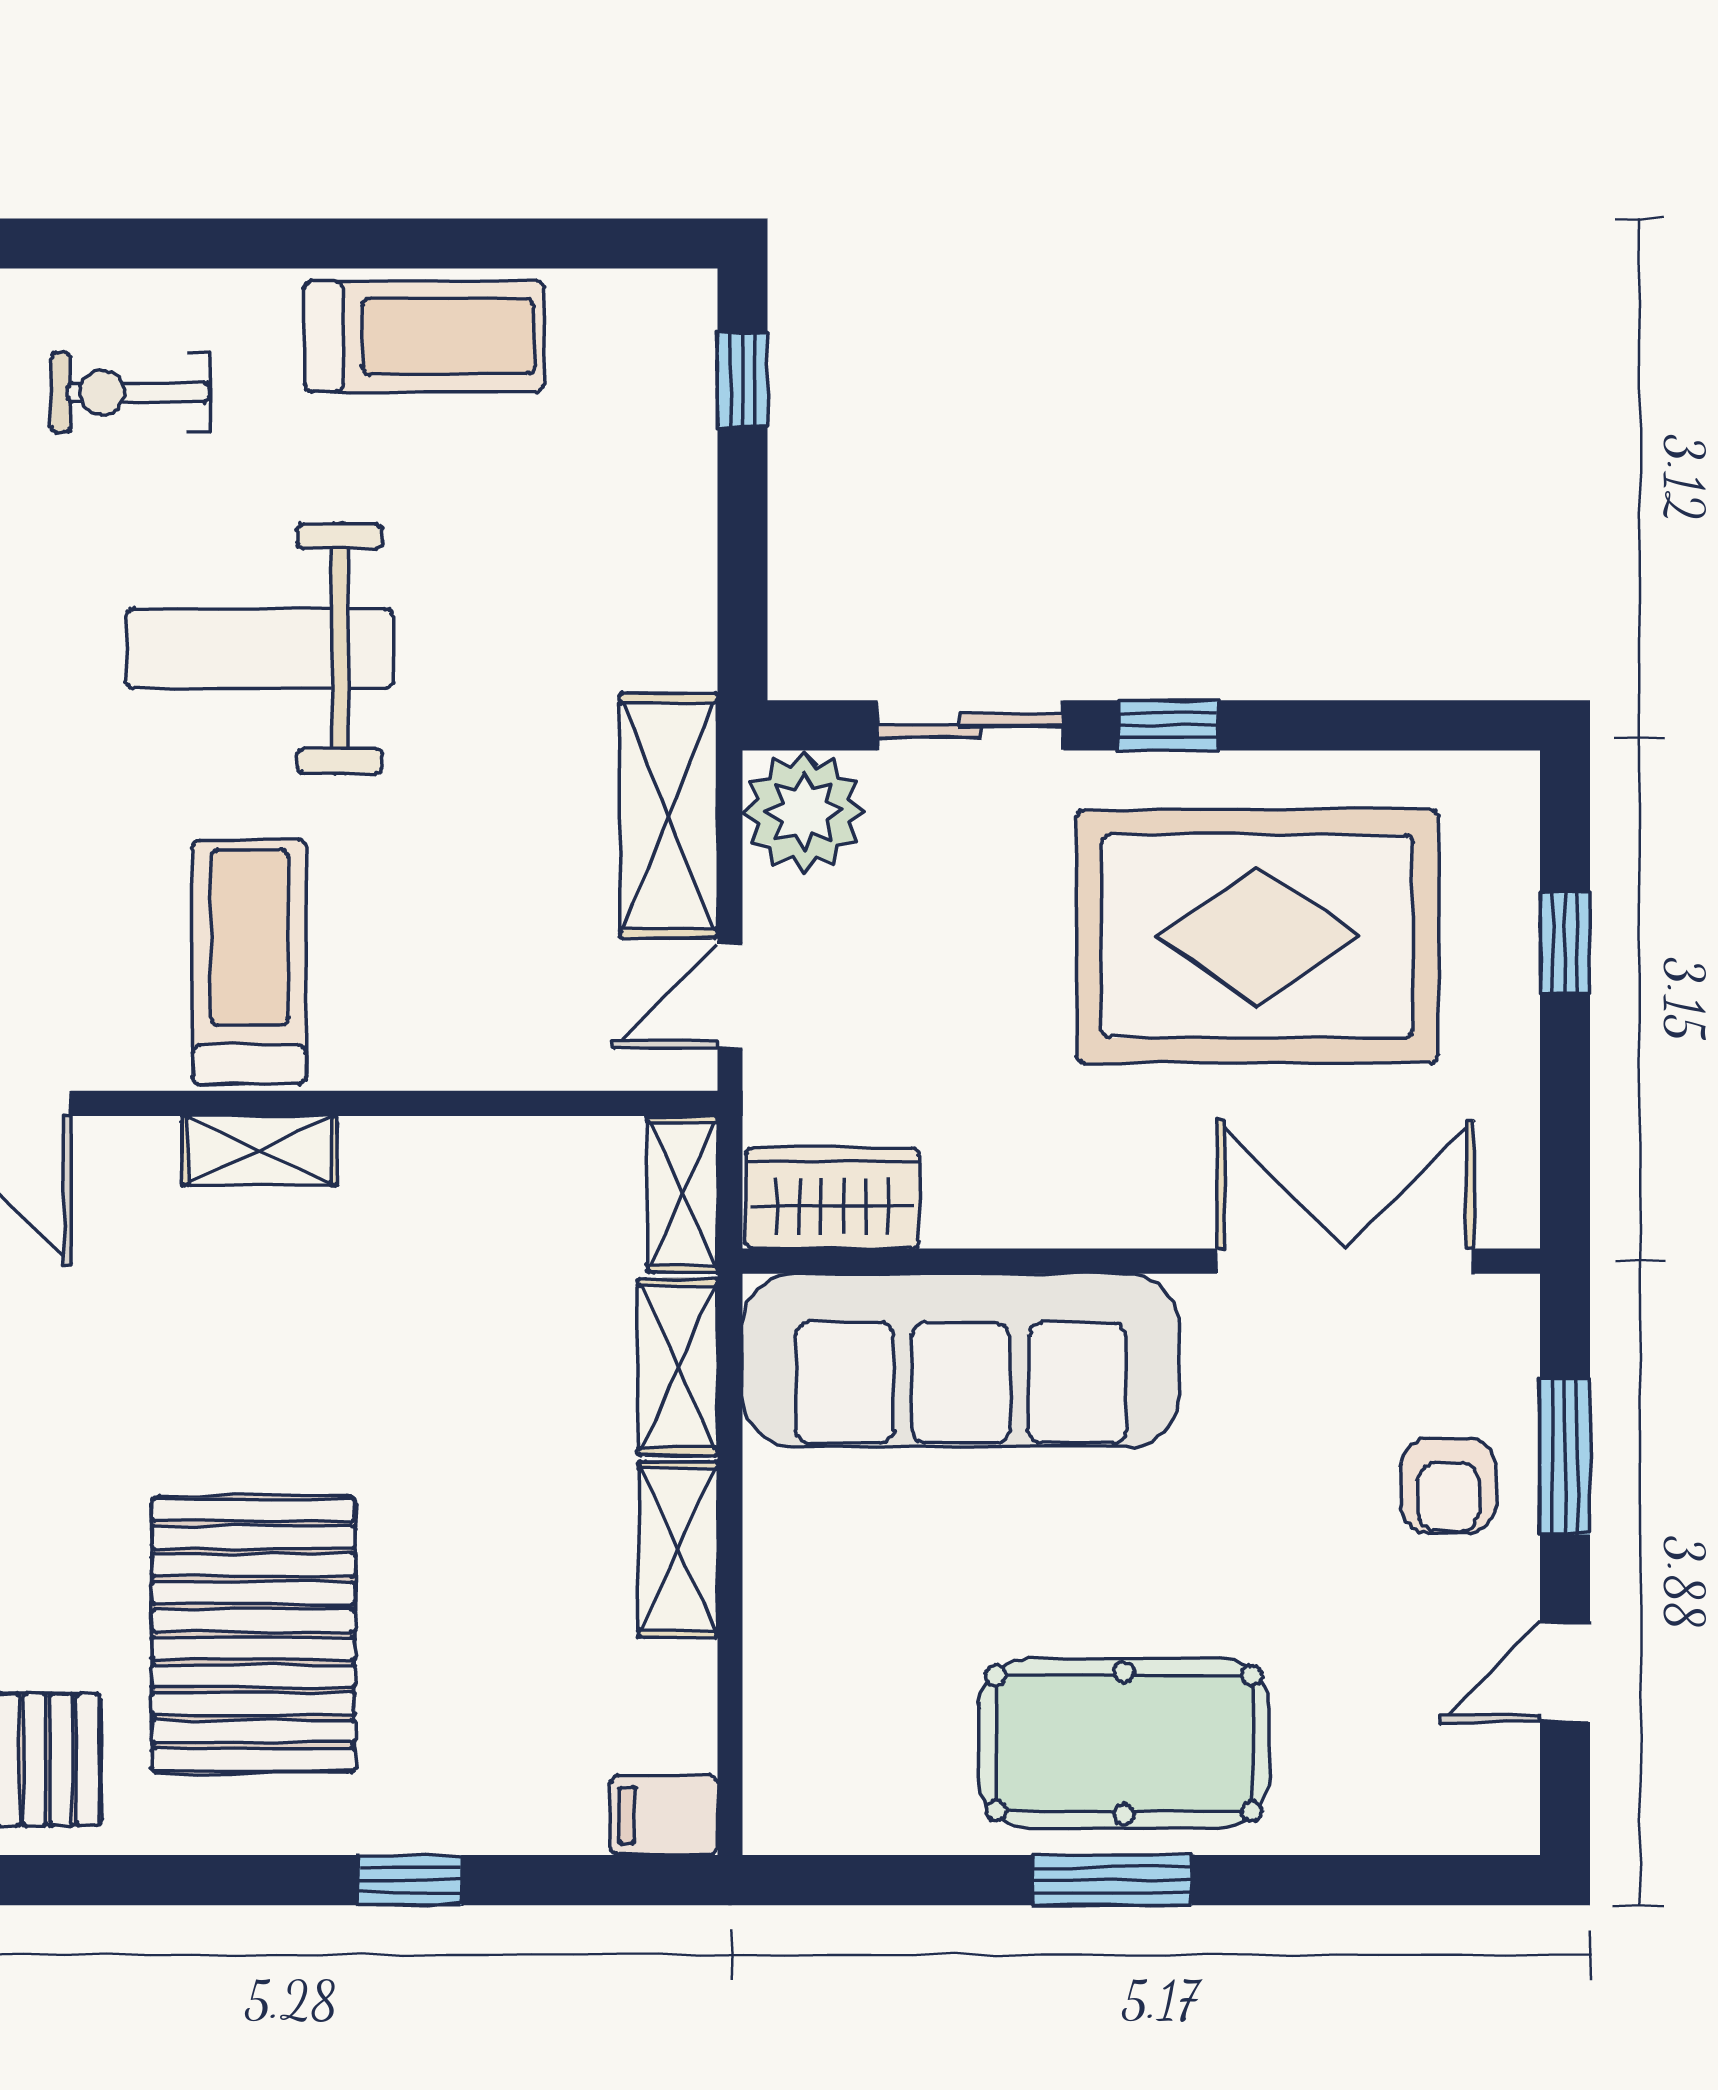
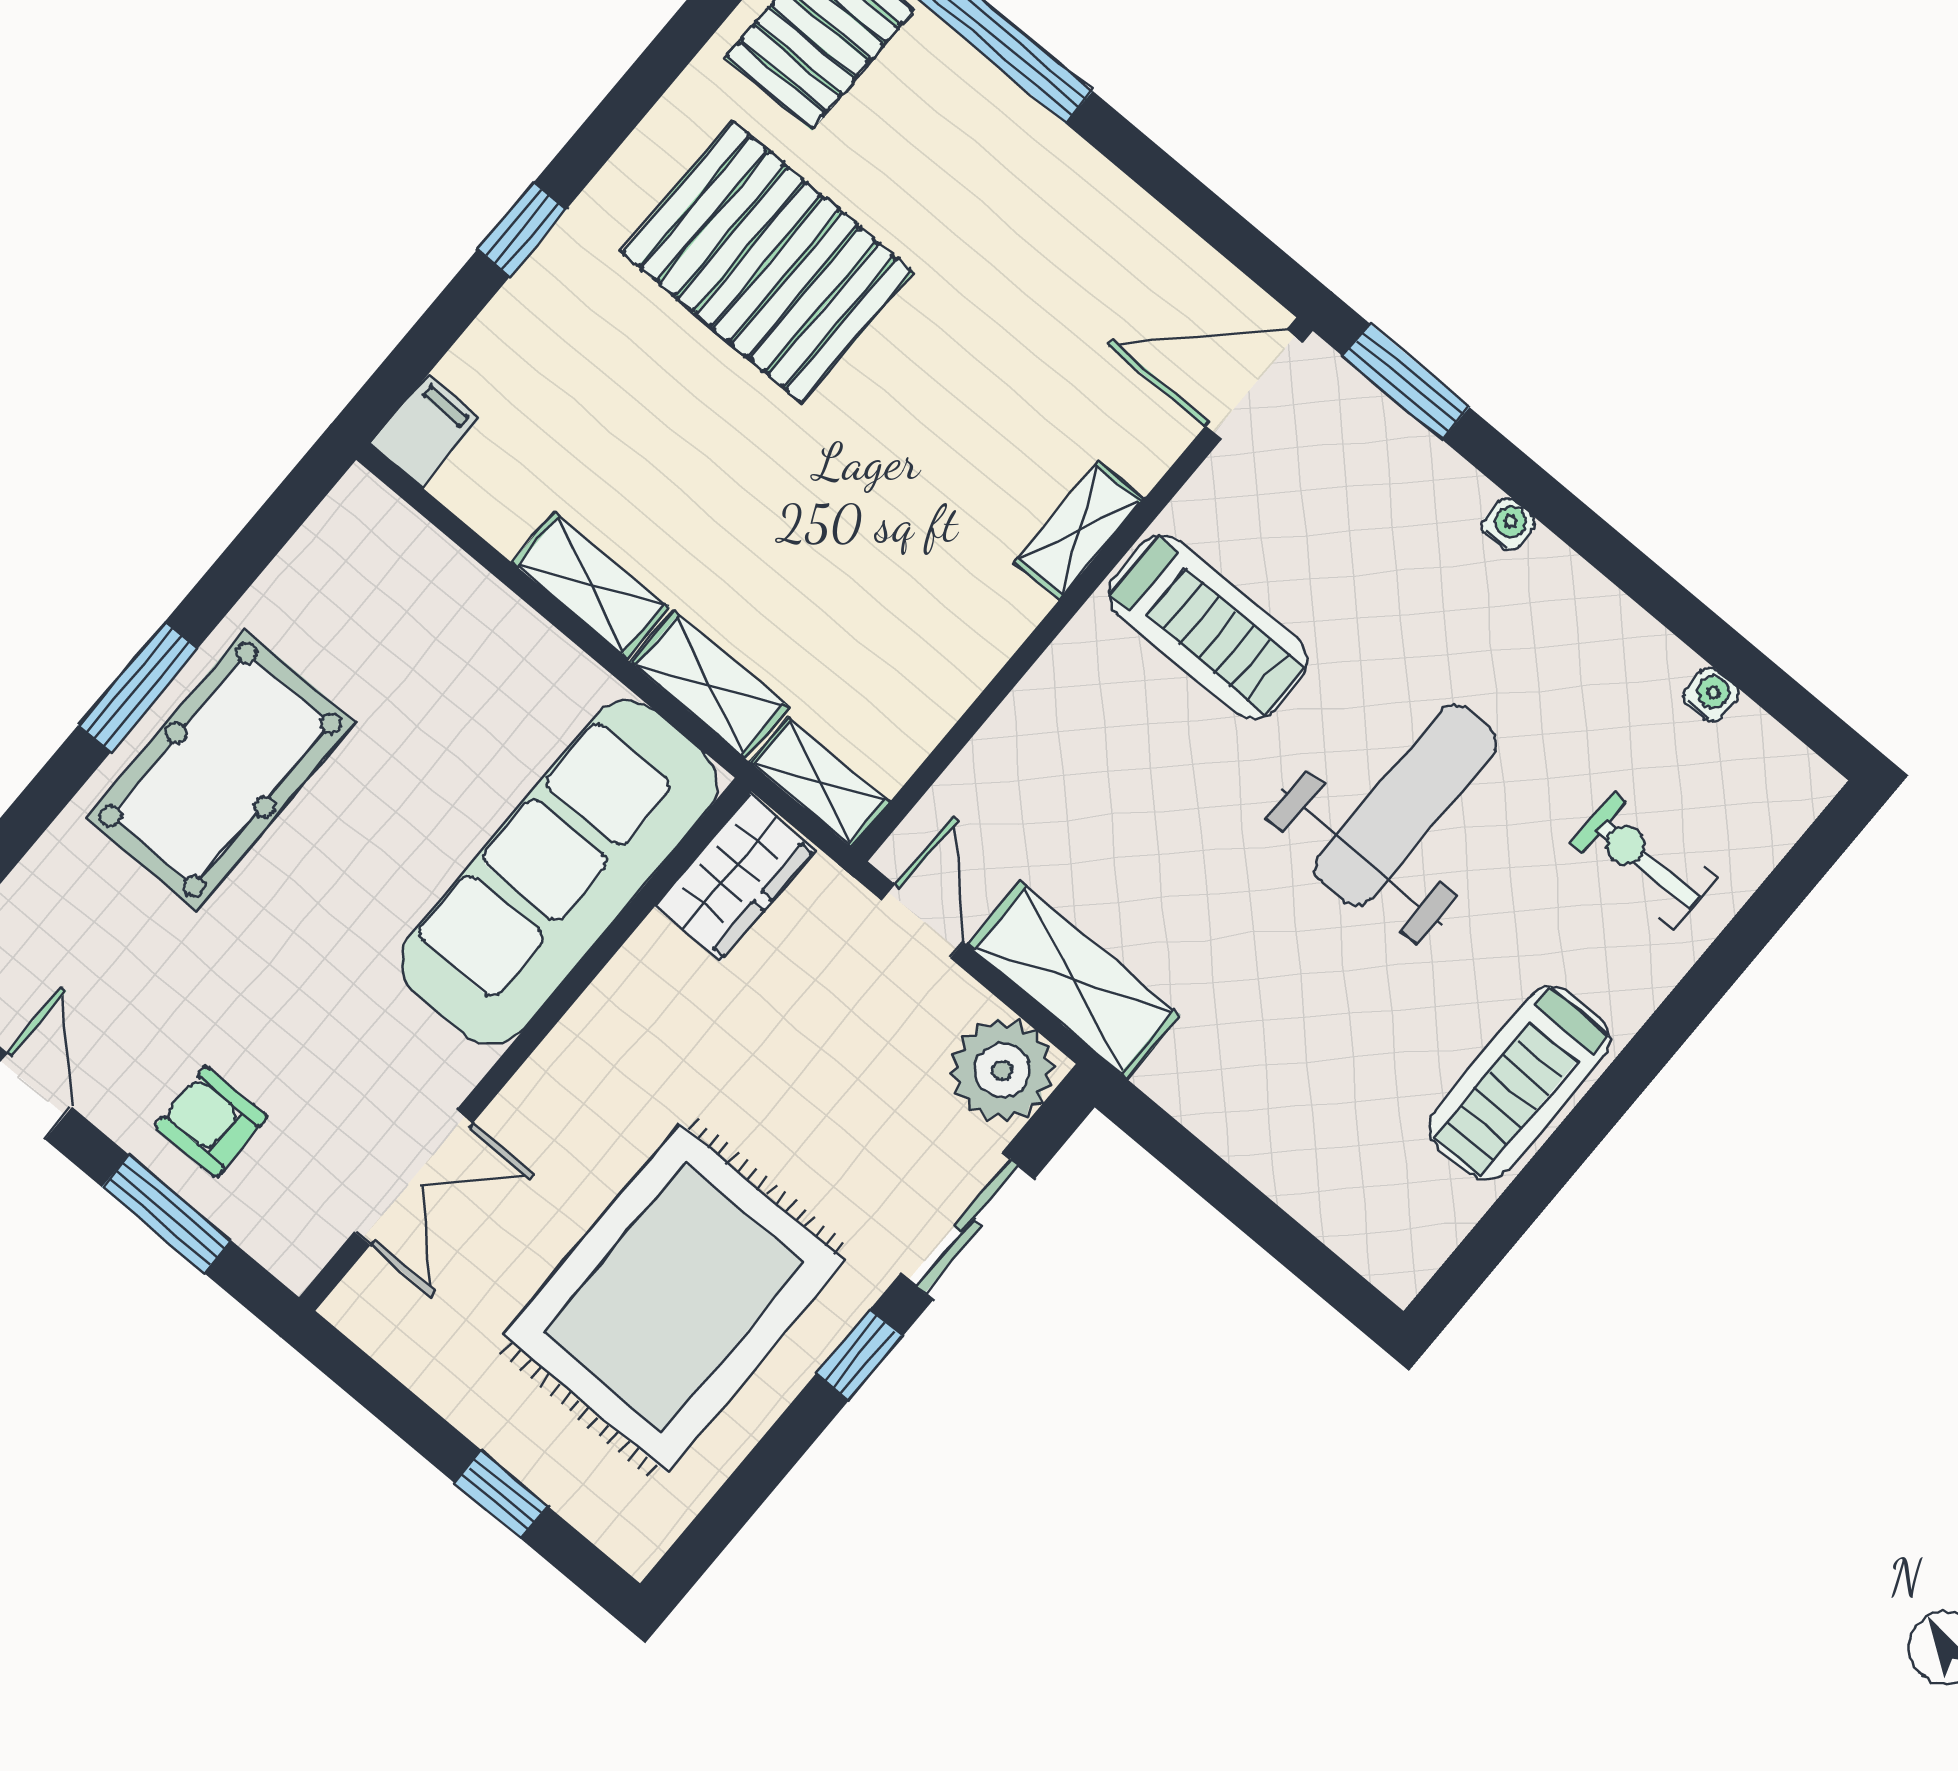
window: (742, 379) -> (1317, 1266), removed
exercise bike: (130, 392) -> (1644, 861), turned -90
double door: (1345, 1261) -> (414, 1177), width x0.73

